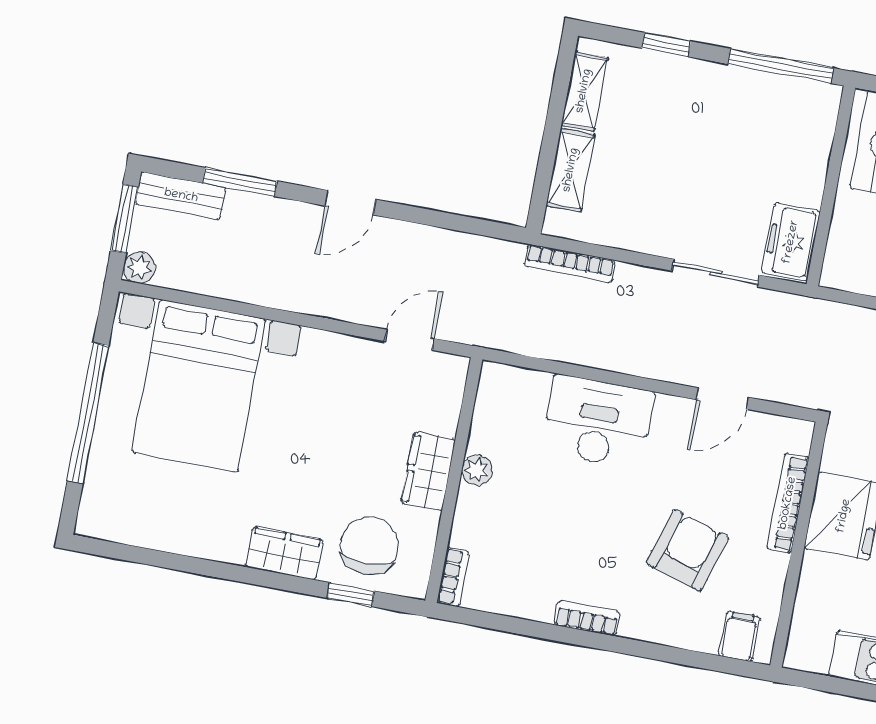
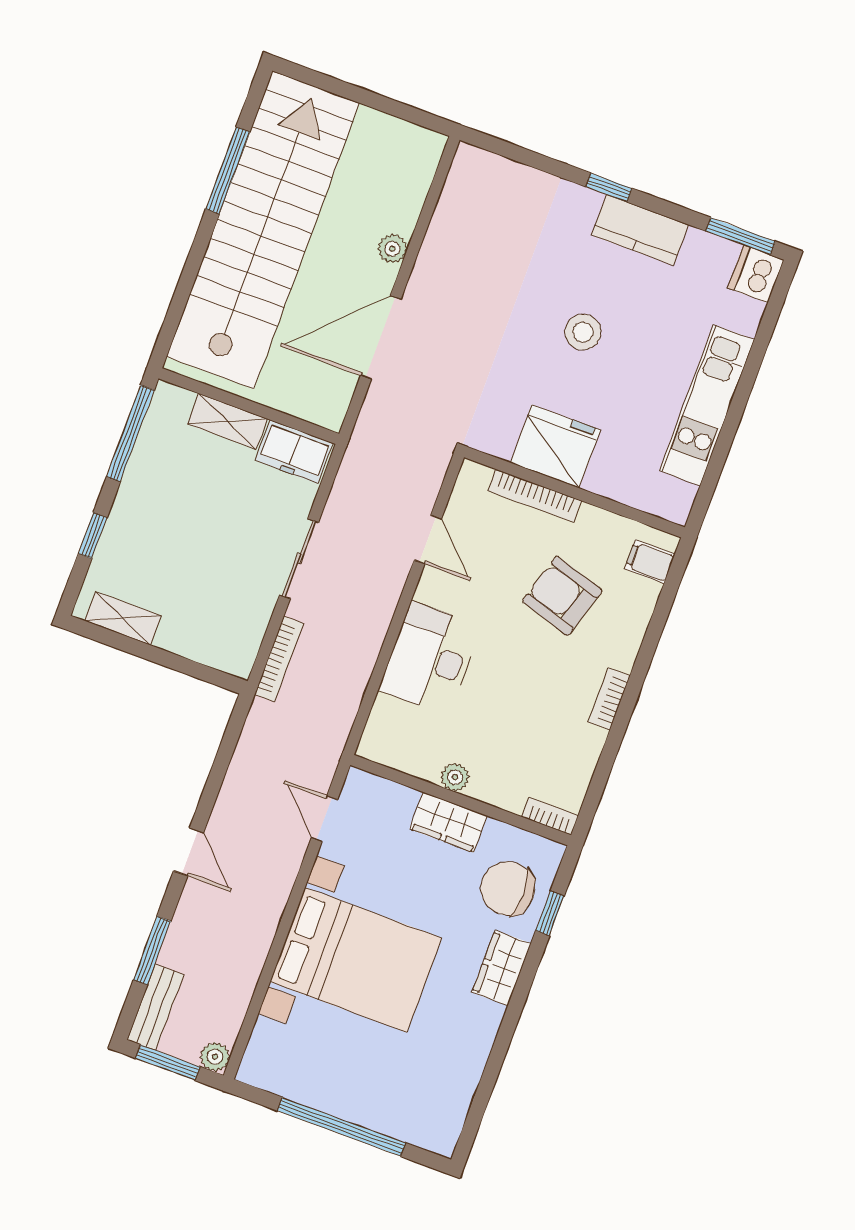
shelving: (571, 170) -> (227, 421), moved
sliding door: (716, 273) -> (299, 559), moved
bed with nightstands: (199, 386) -> (356, 960), moved

